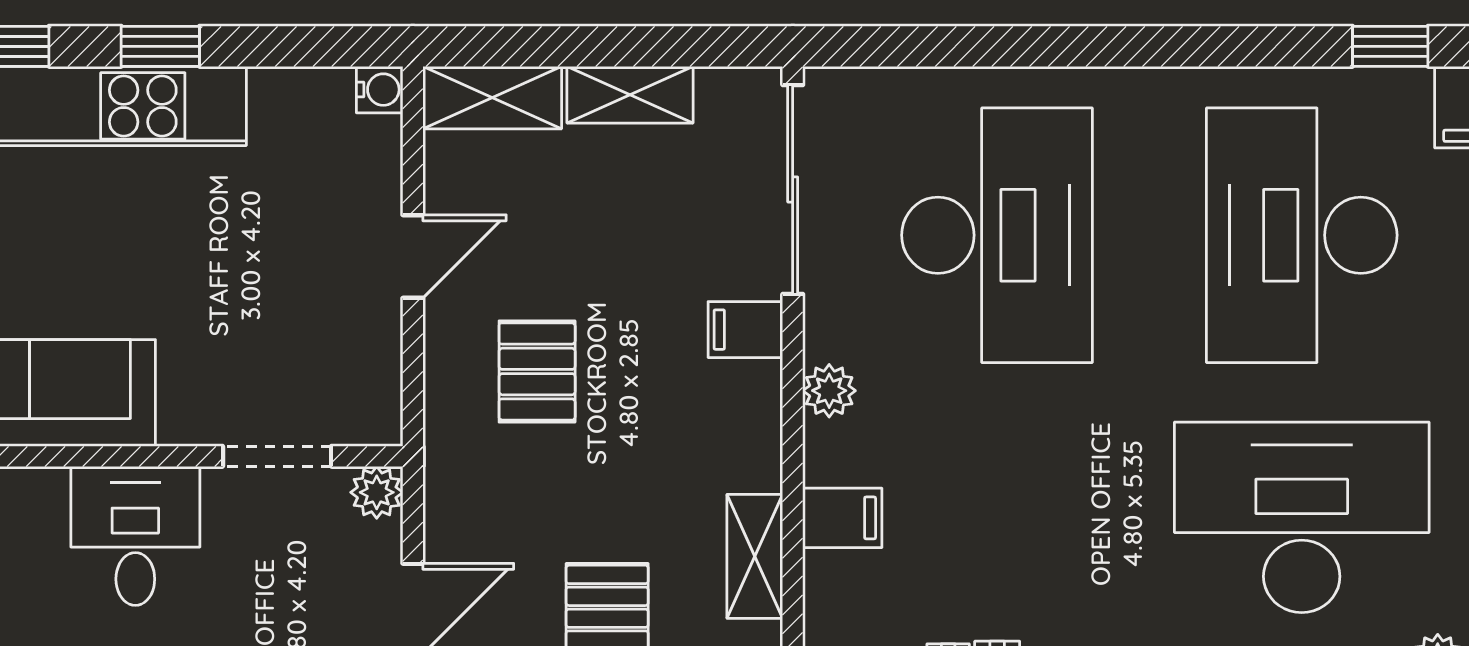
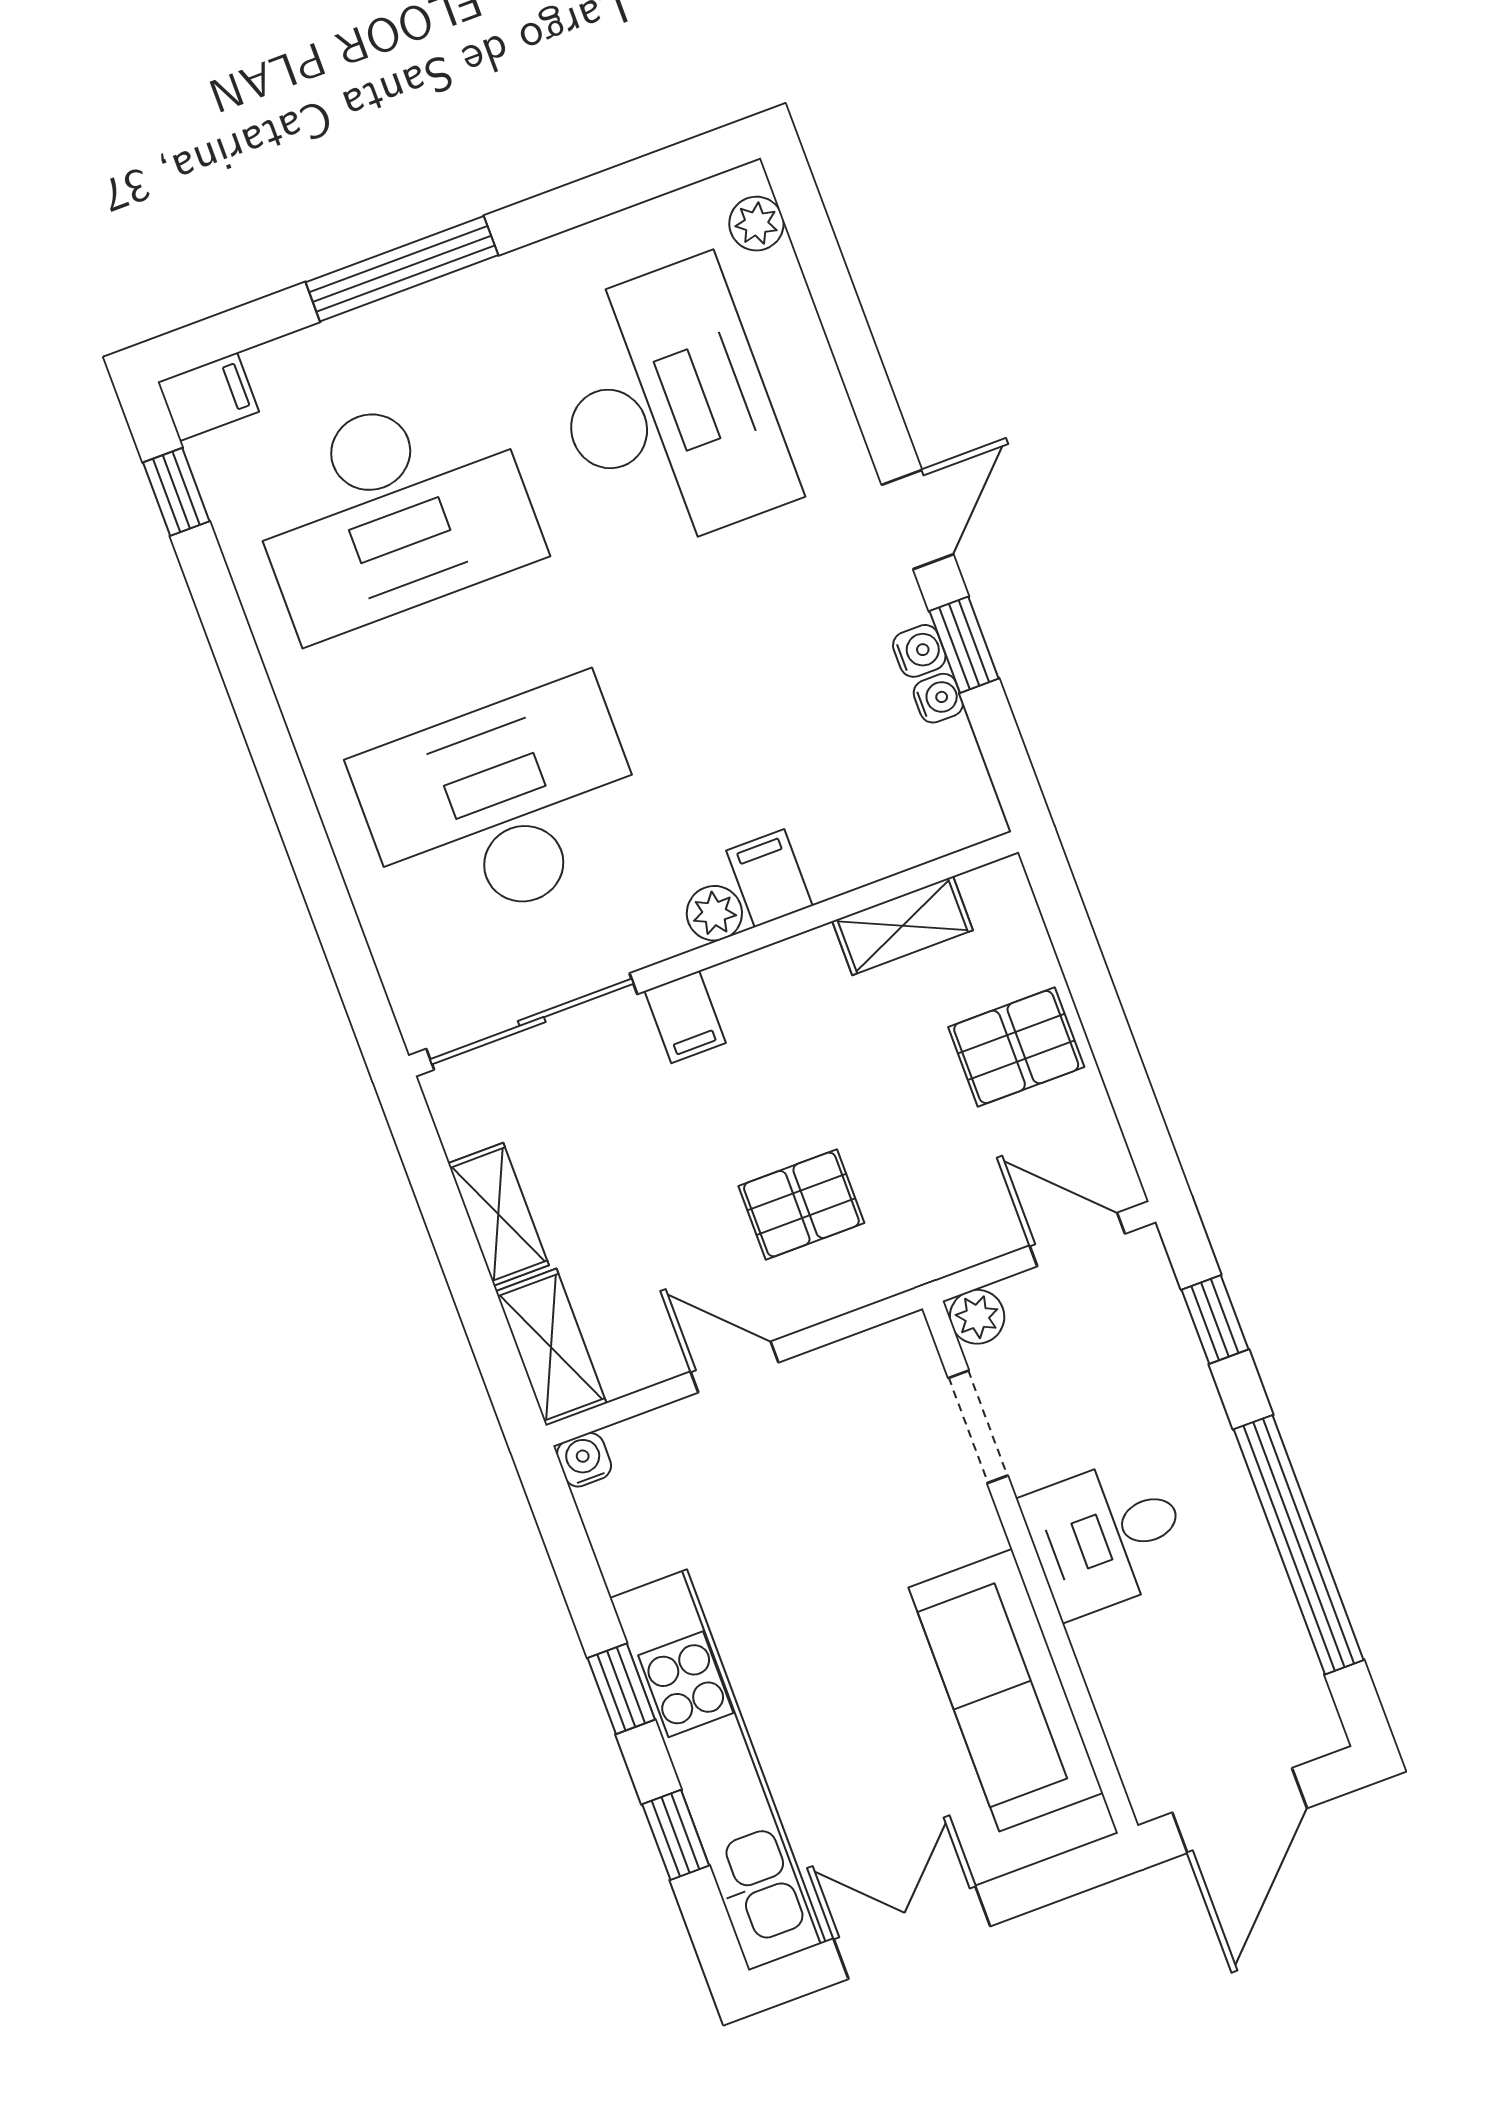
desk: (1302, 517) -> (667, 408), turned 180
filing cabinet: (842, 518) -> (769, 878), moved

